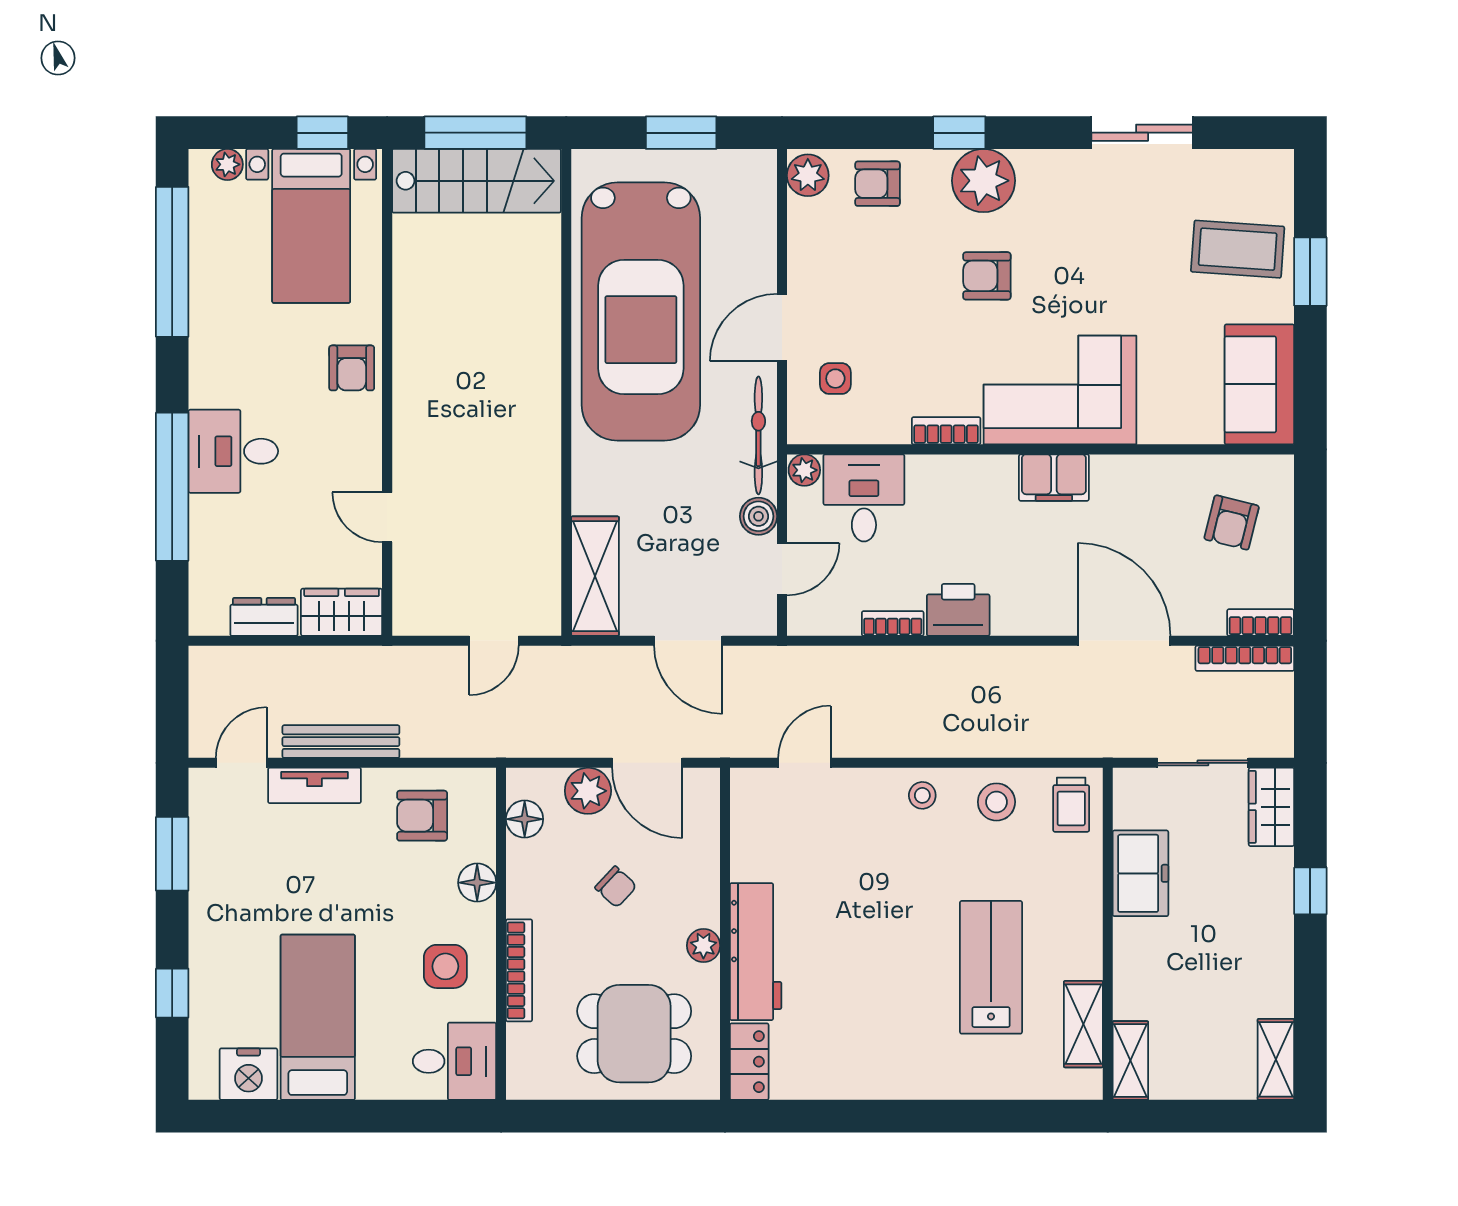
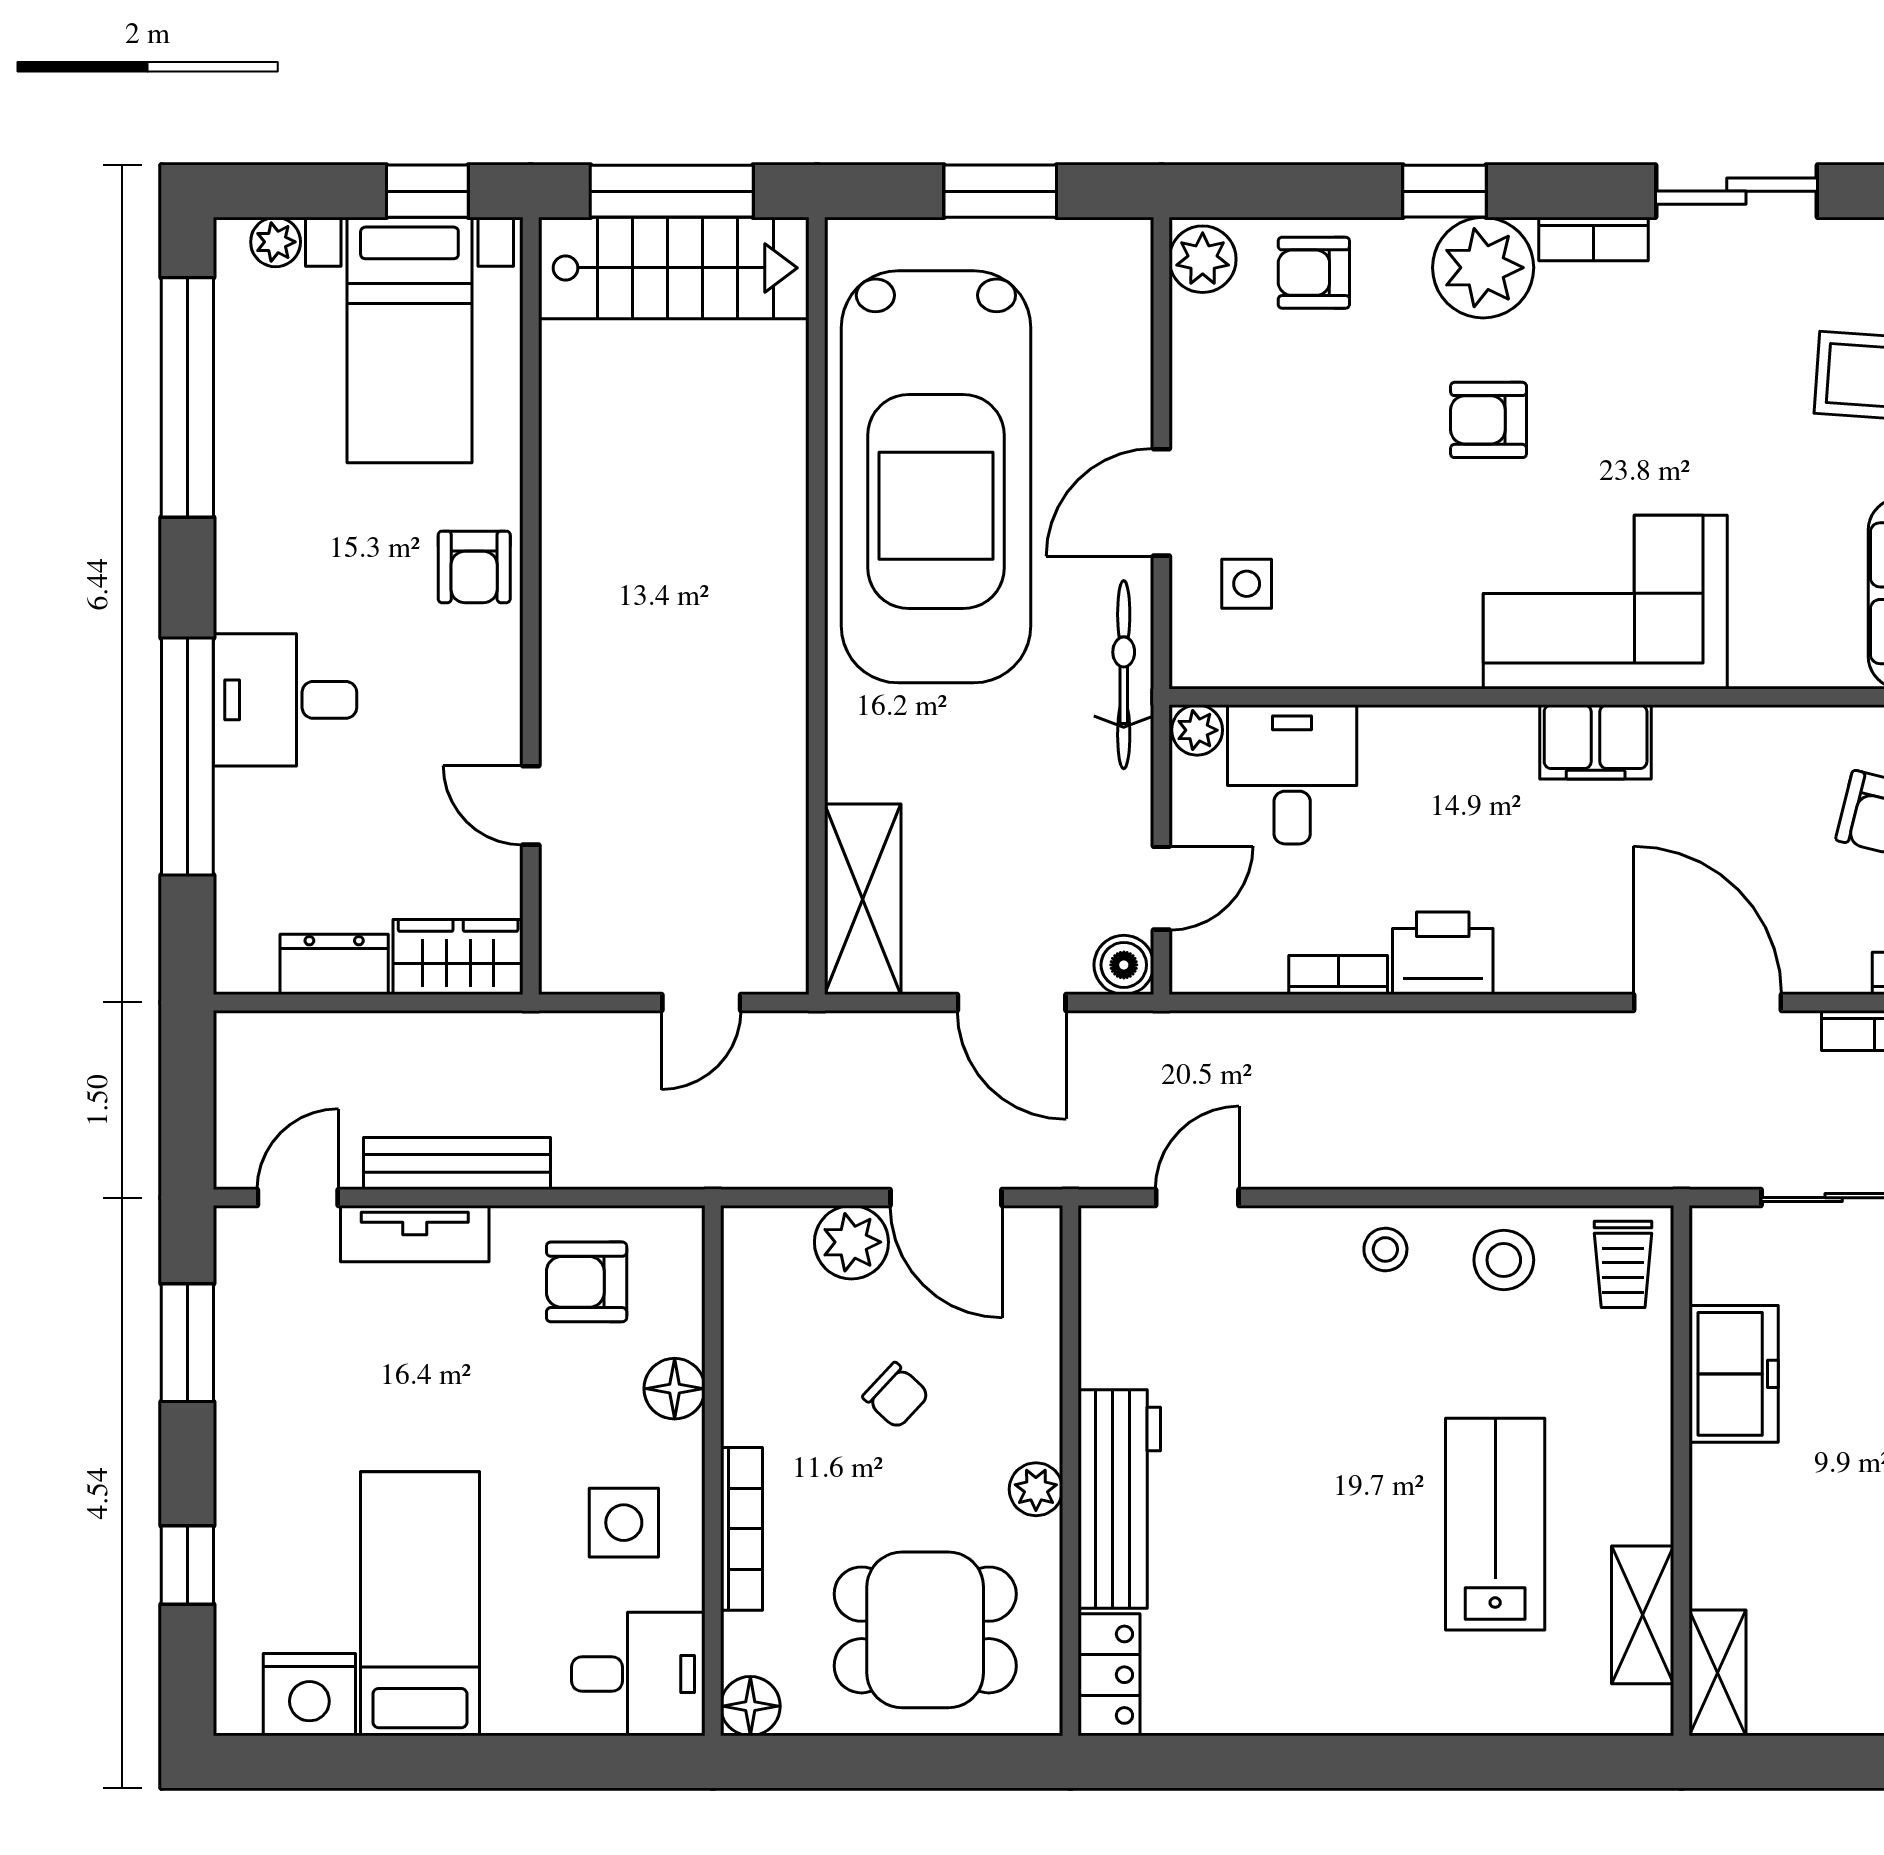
bookcase: (946, 431) -> (1594, 239), moved, turned 180
boiler: (759, 516) -> (1124, 965), moved
floor lamp: (525, 819) -> (750, 1706), moved

